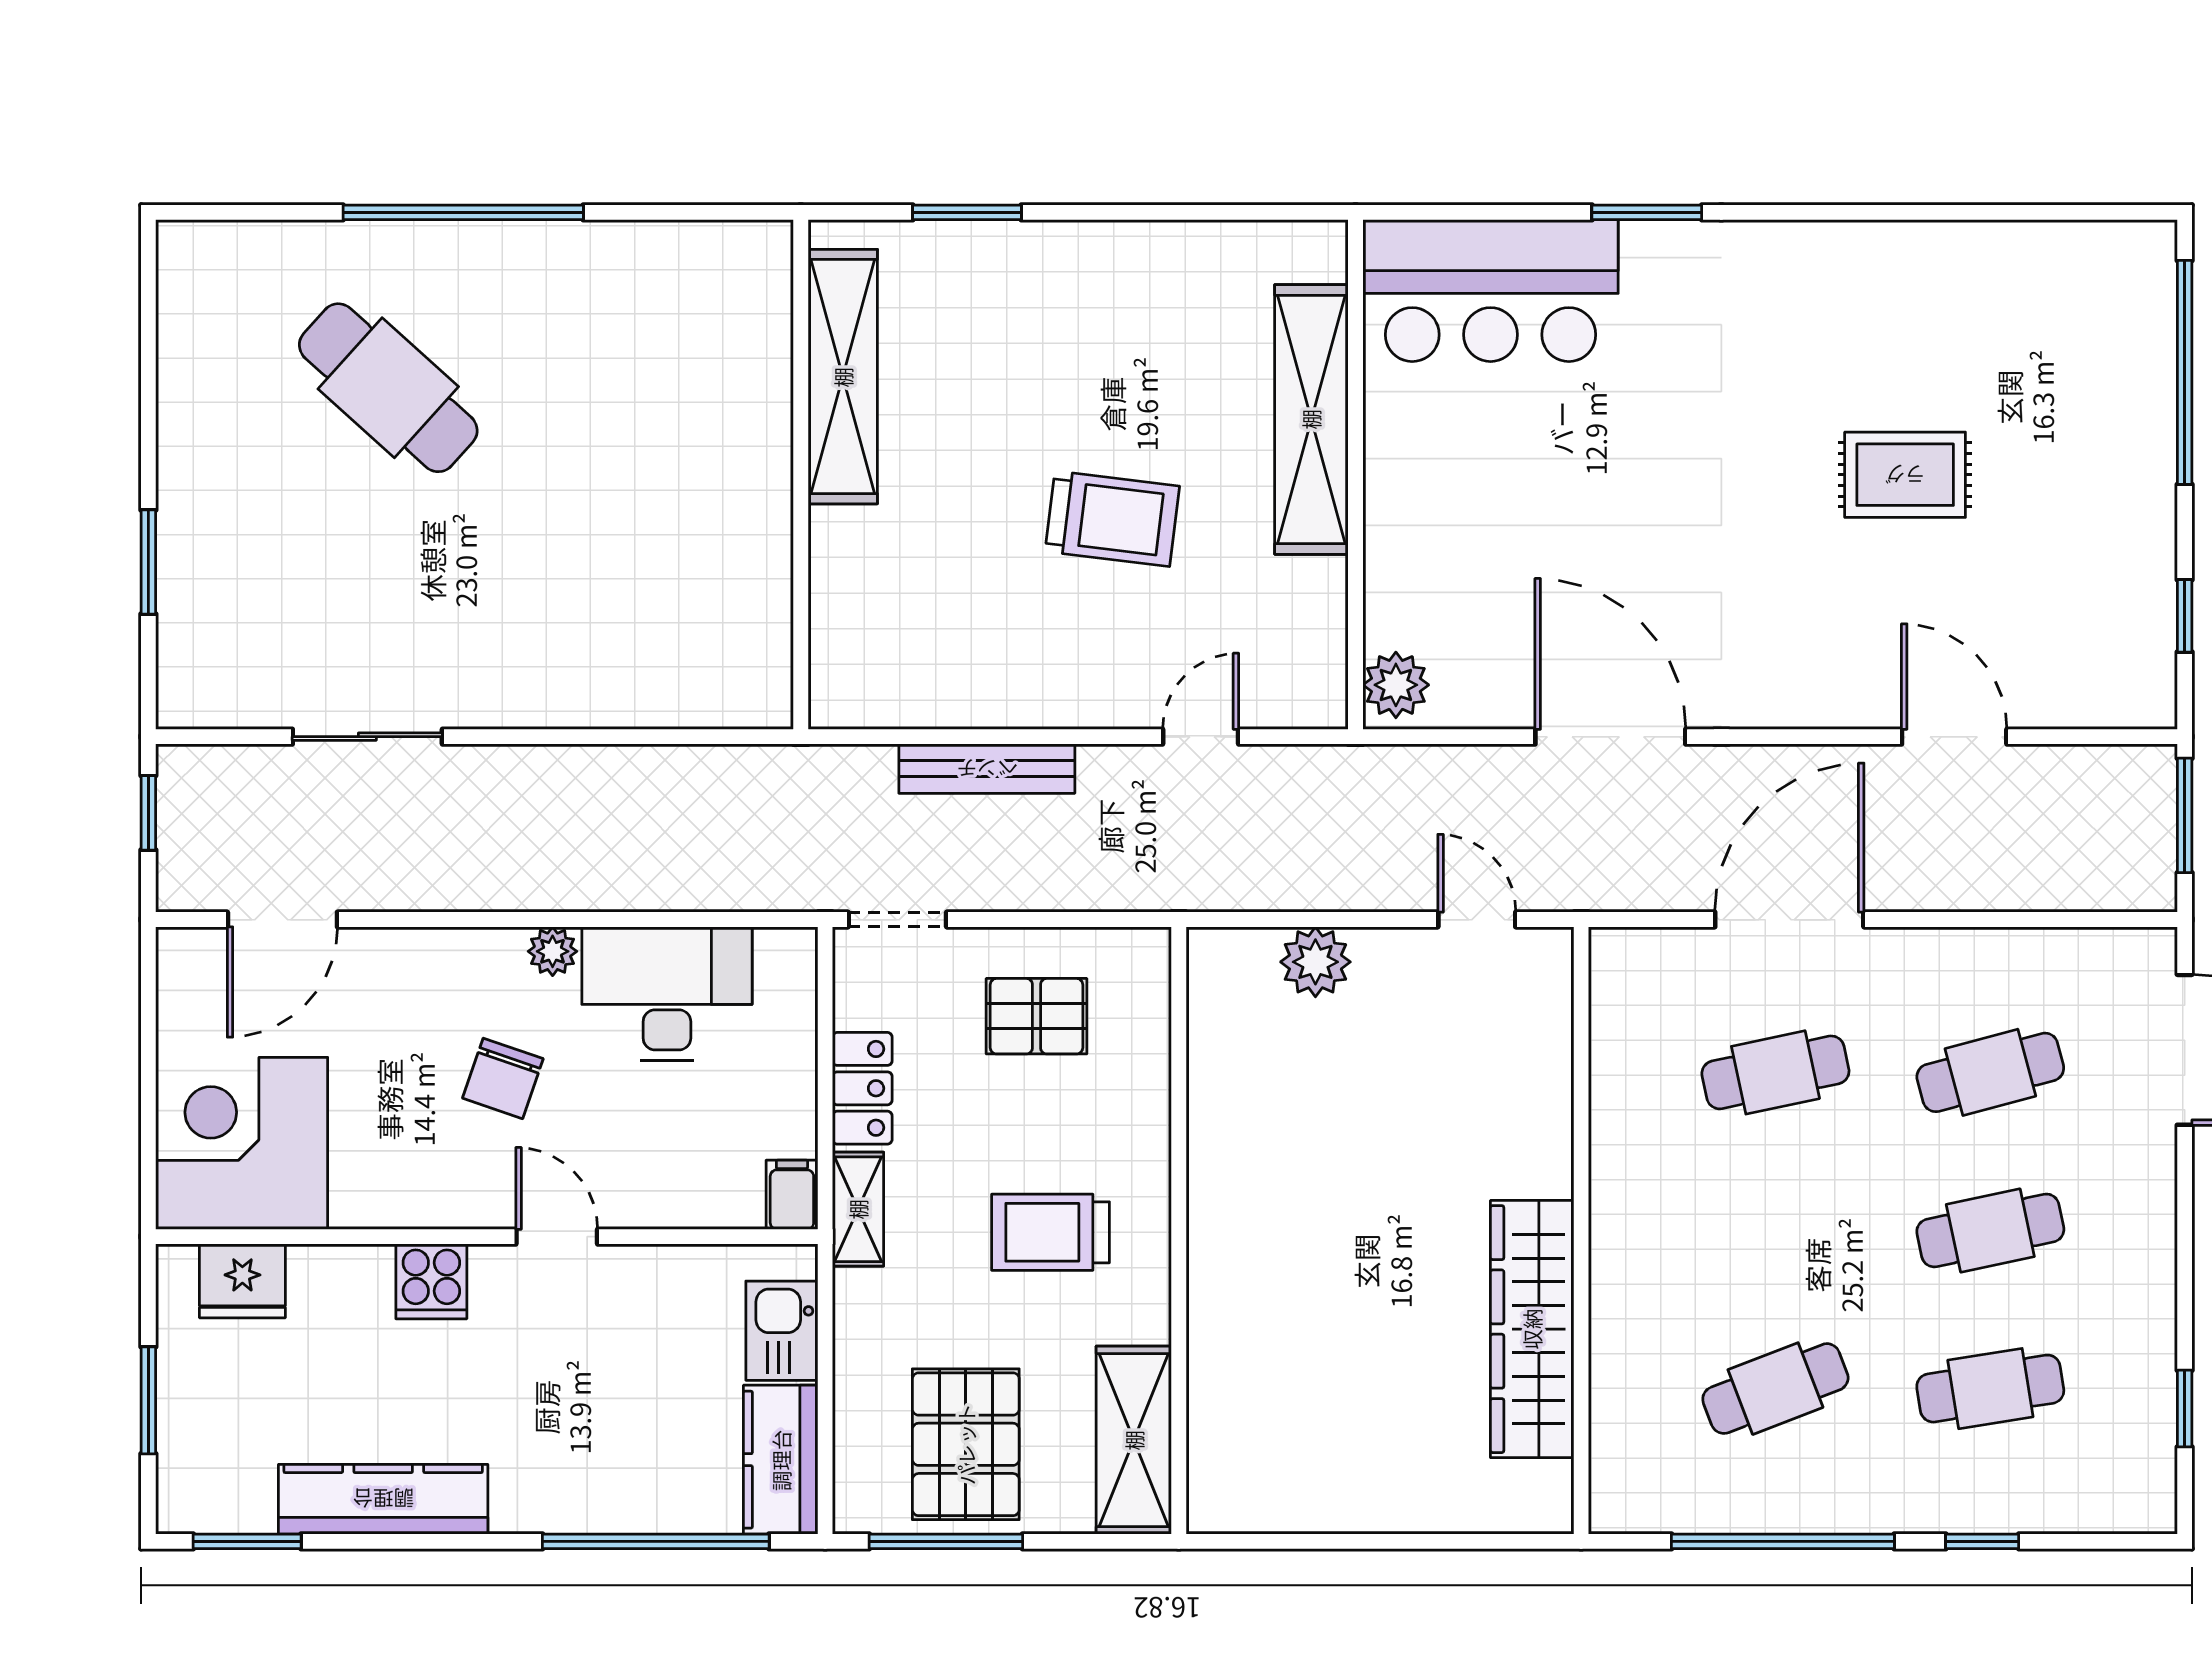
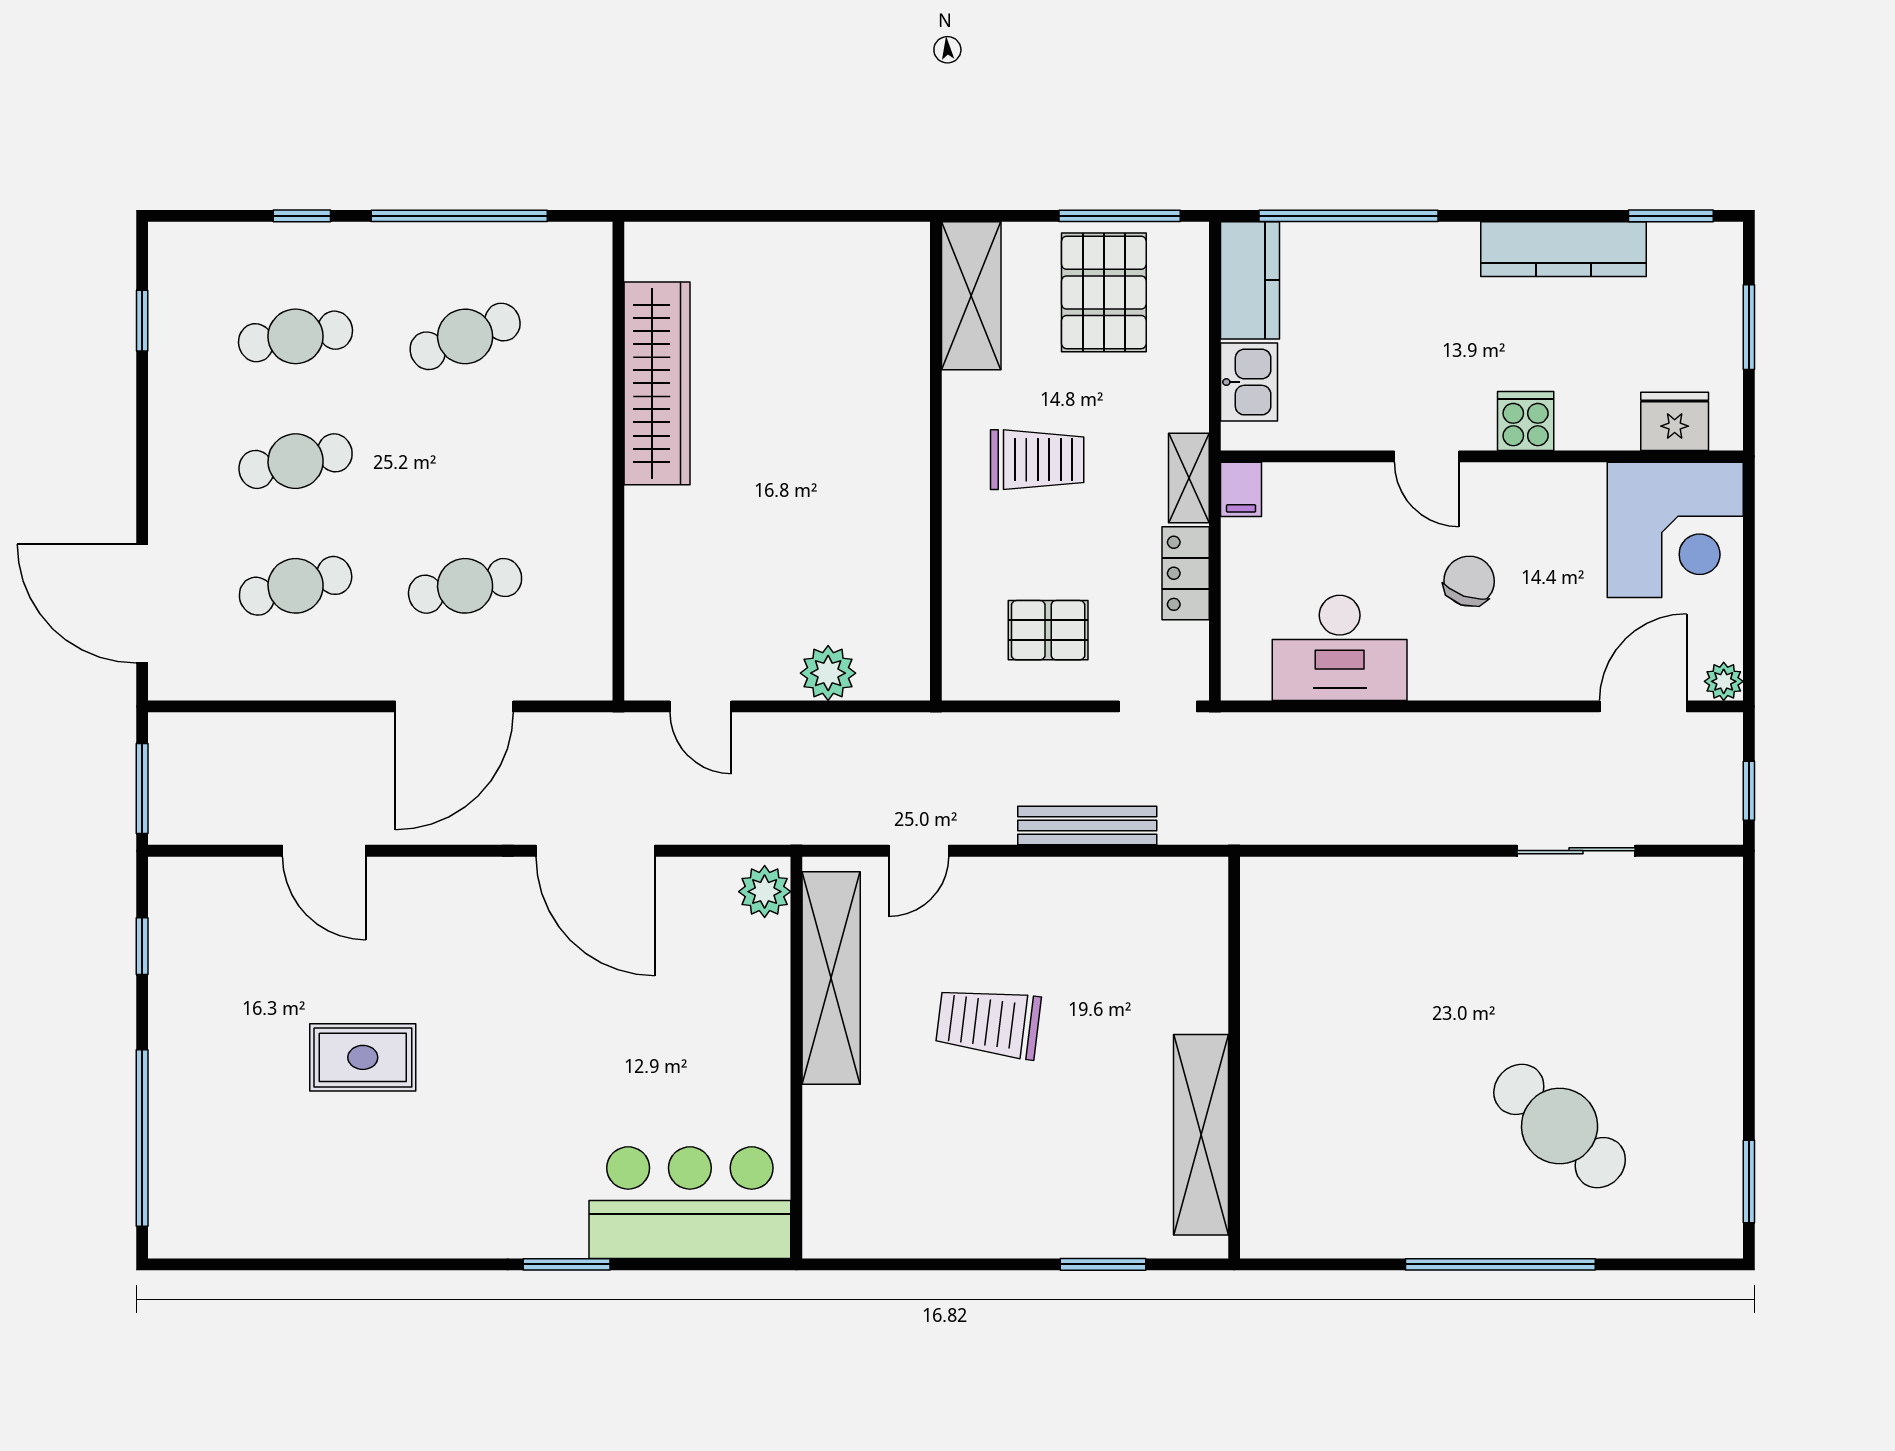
shelving: (1311, 419) -> (831, 978), moved
window: (148, 562) -> (1749, 1181), moved
plant: (553, 951) -> (1724, 681), moved

